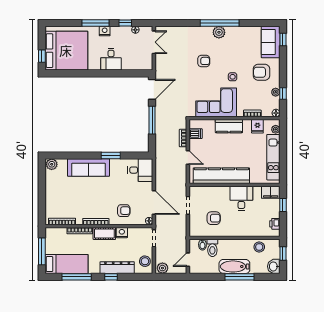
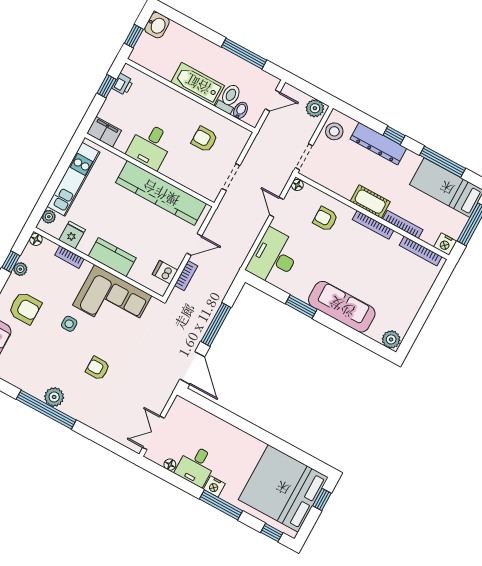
window: (125, 23) -> (272, 533), moved
desk: (111, 59) -> (196, 466), moved, turned 180
door: (152, 89) -> (192, 368), swing flipped
door: (188, 157) -> (194, 244), swing flipped
desk: (140, 170) -> (274, 257), width x1.37
door: (154, 202) -> (276, 207), width x0.53
window: (283, 205) -> (107, 86), moved
nightstand: (122, 233) -> (445, 244), moved
stool: (259, 247) -> (162, 64), removed
bathtub: (234, 266) -> (198, 84), moved, turned 180
window: (240, 277) -> (244, 54), moved

